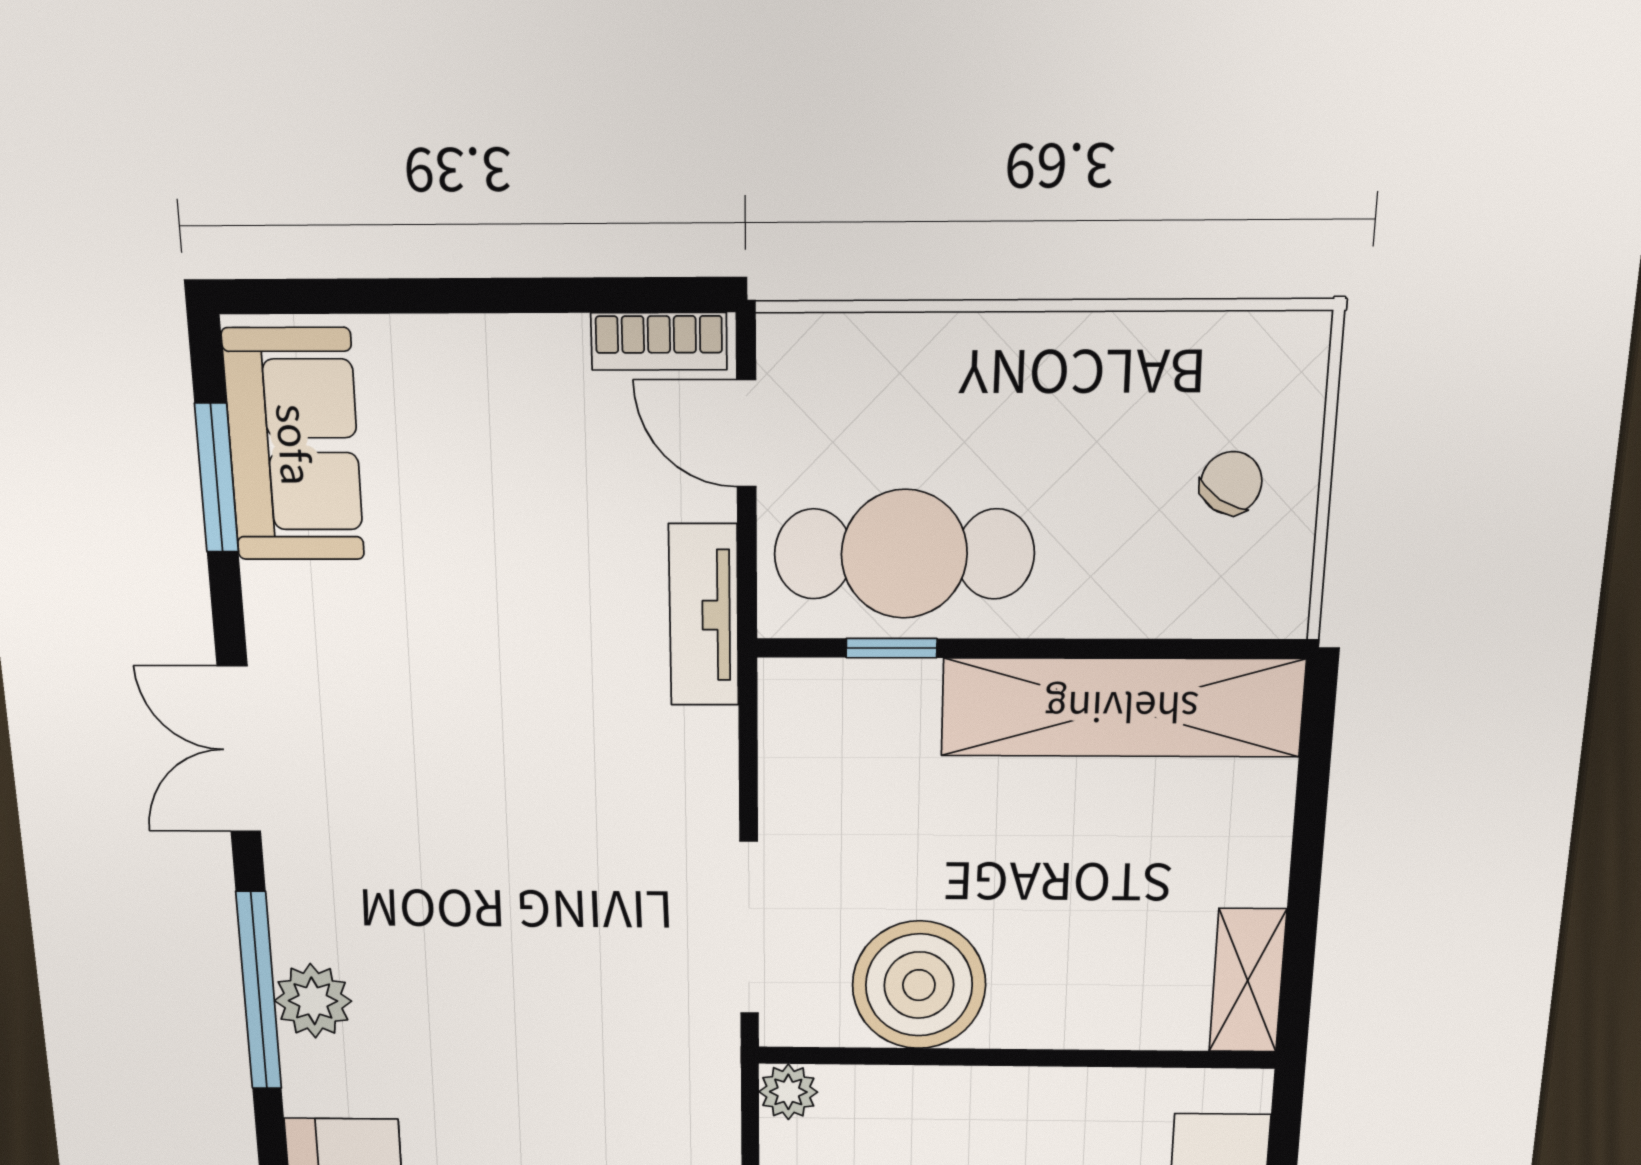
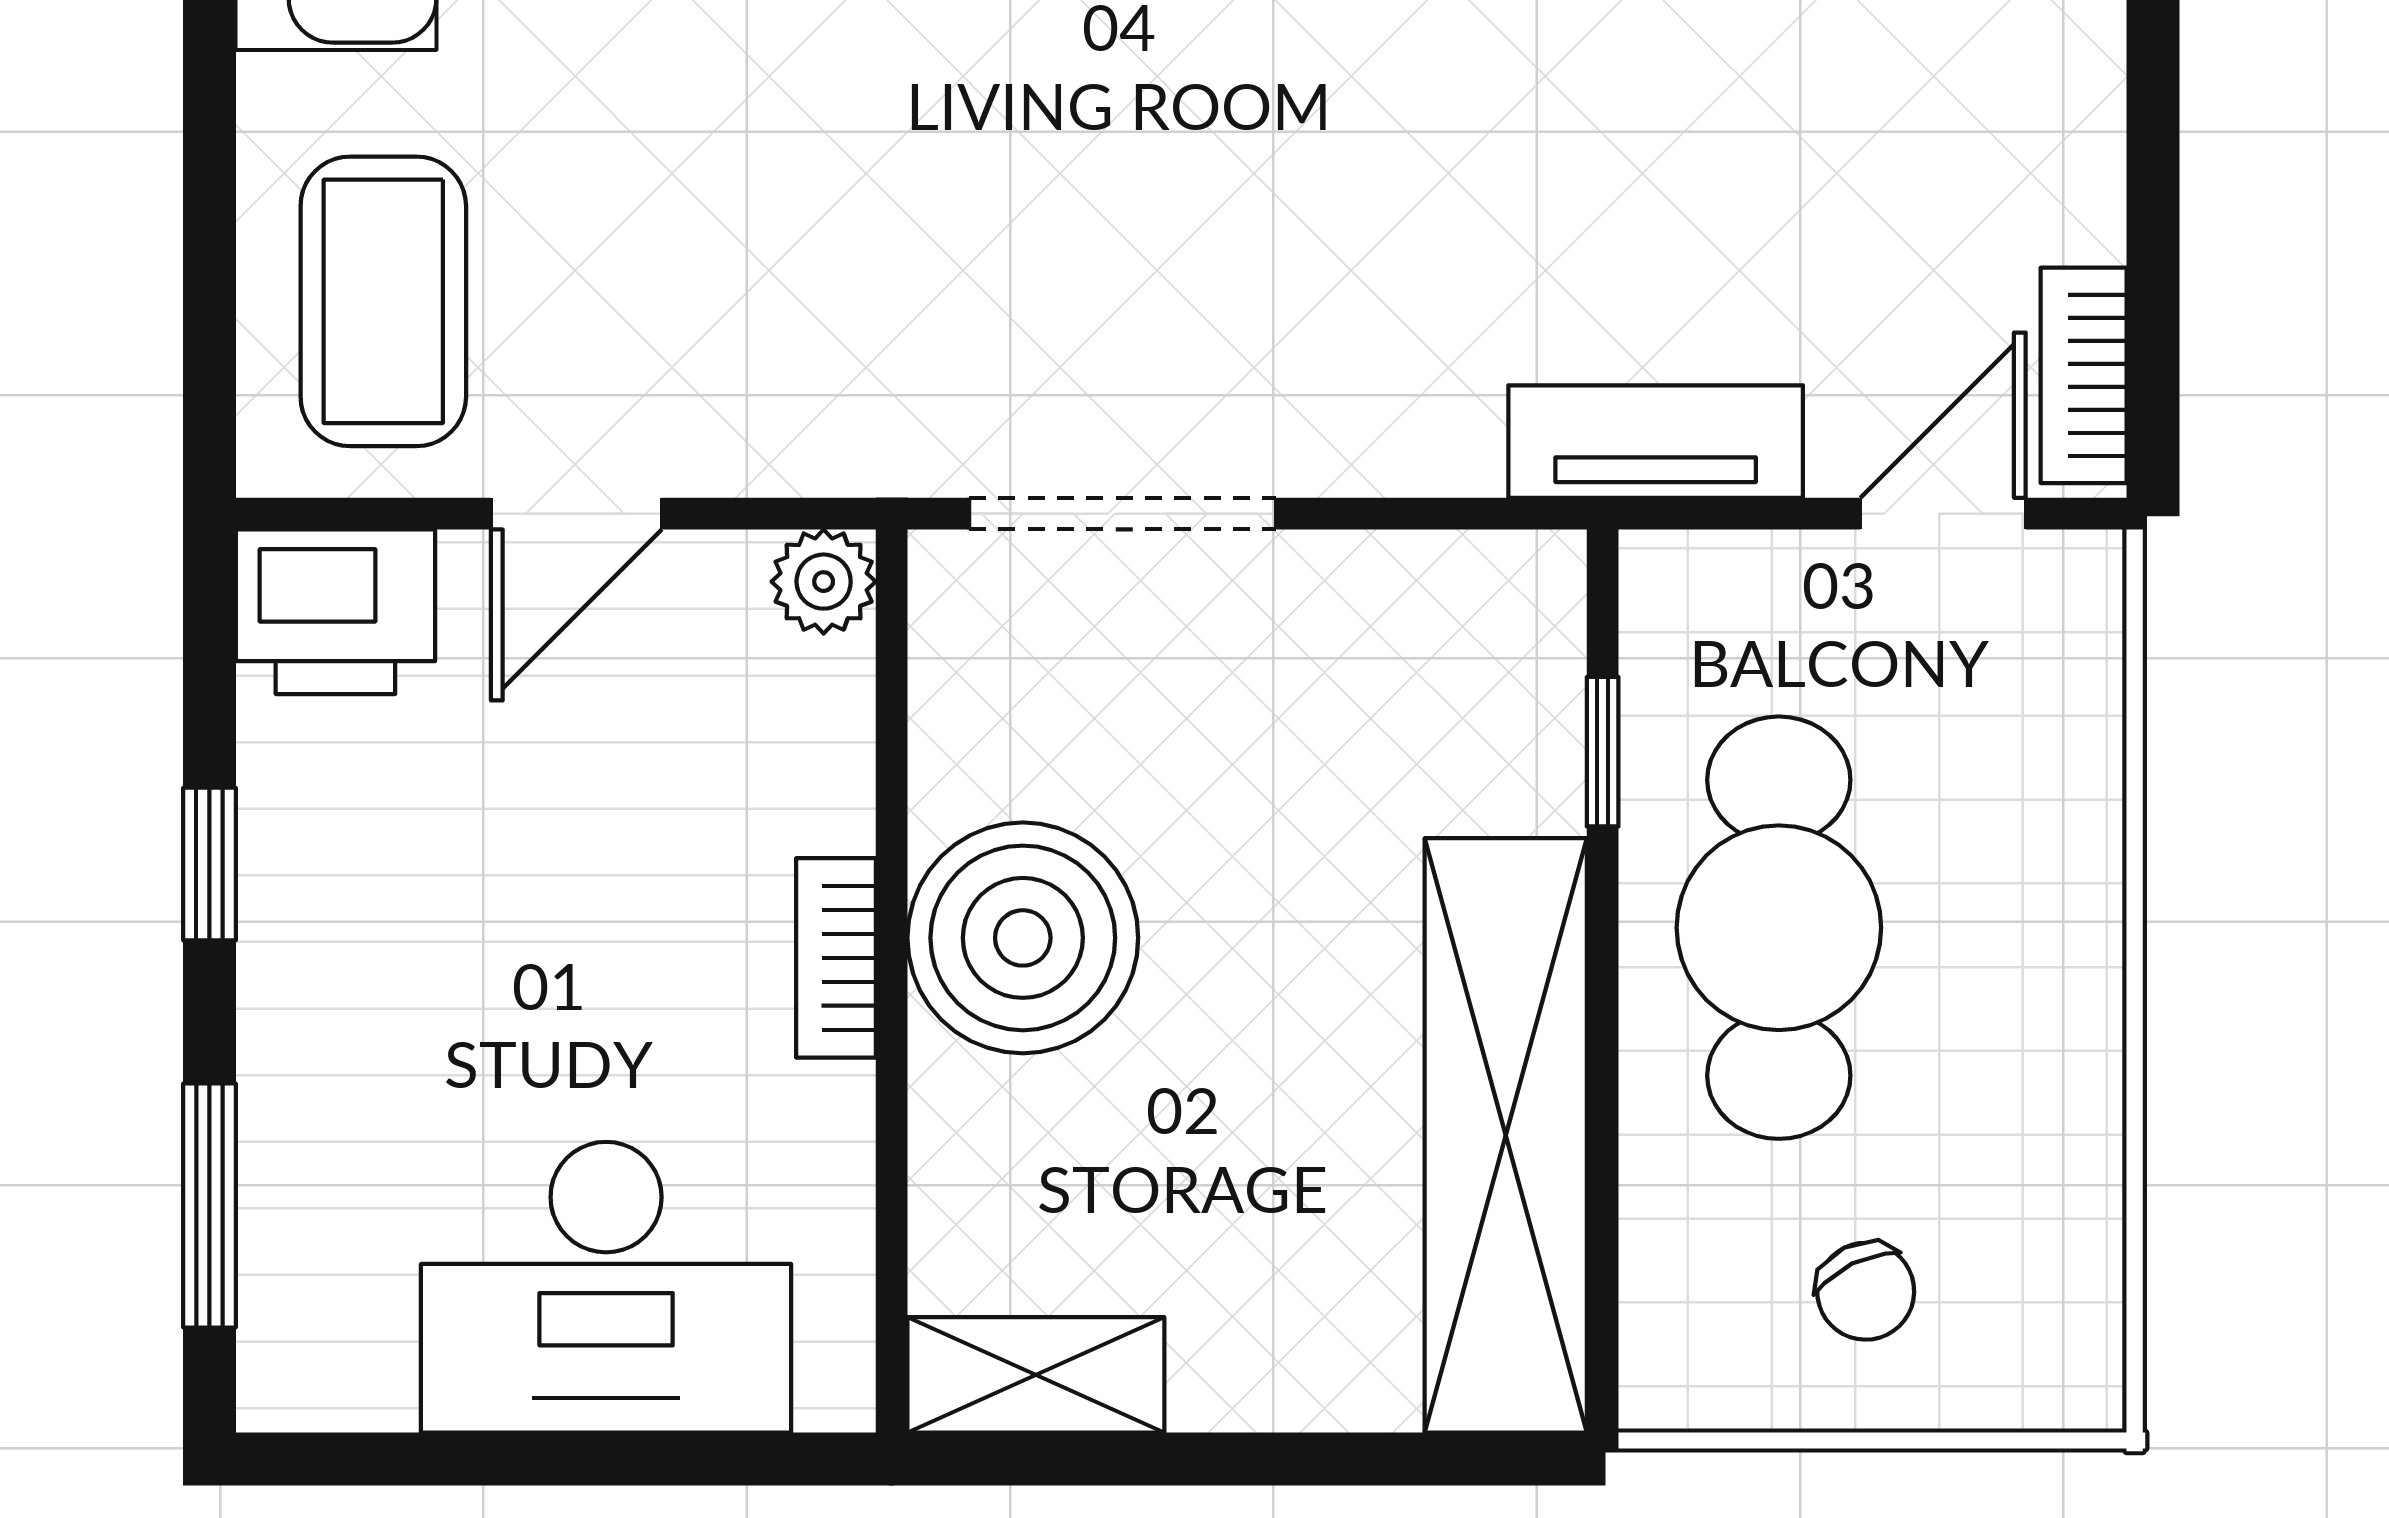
chair: (1231, 483) -> (1866, 1291), turned 32
cafe table: (904, 554) -> (1779, 928), moved
boiler: (919, 985) -> (1023, 938), moved
bookcase: (1002, 1088) -> (836, 958), added

